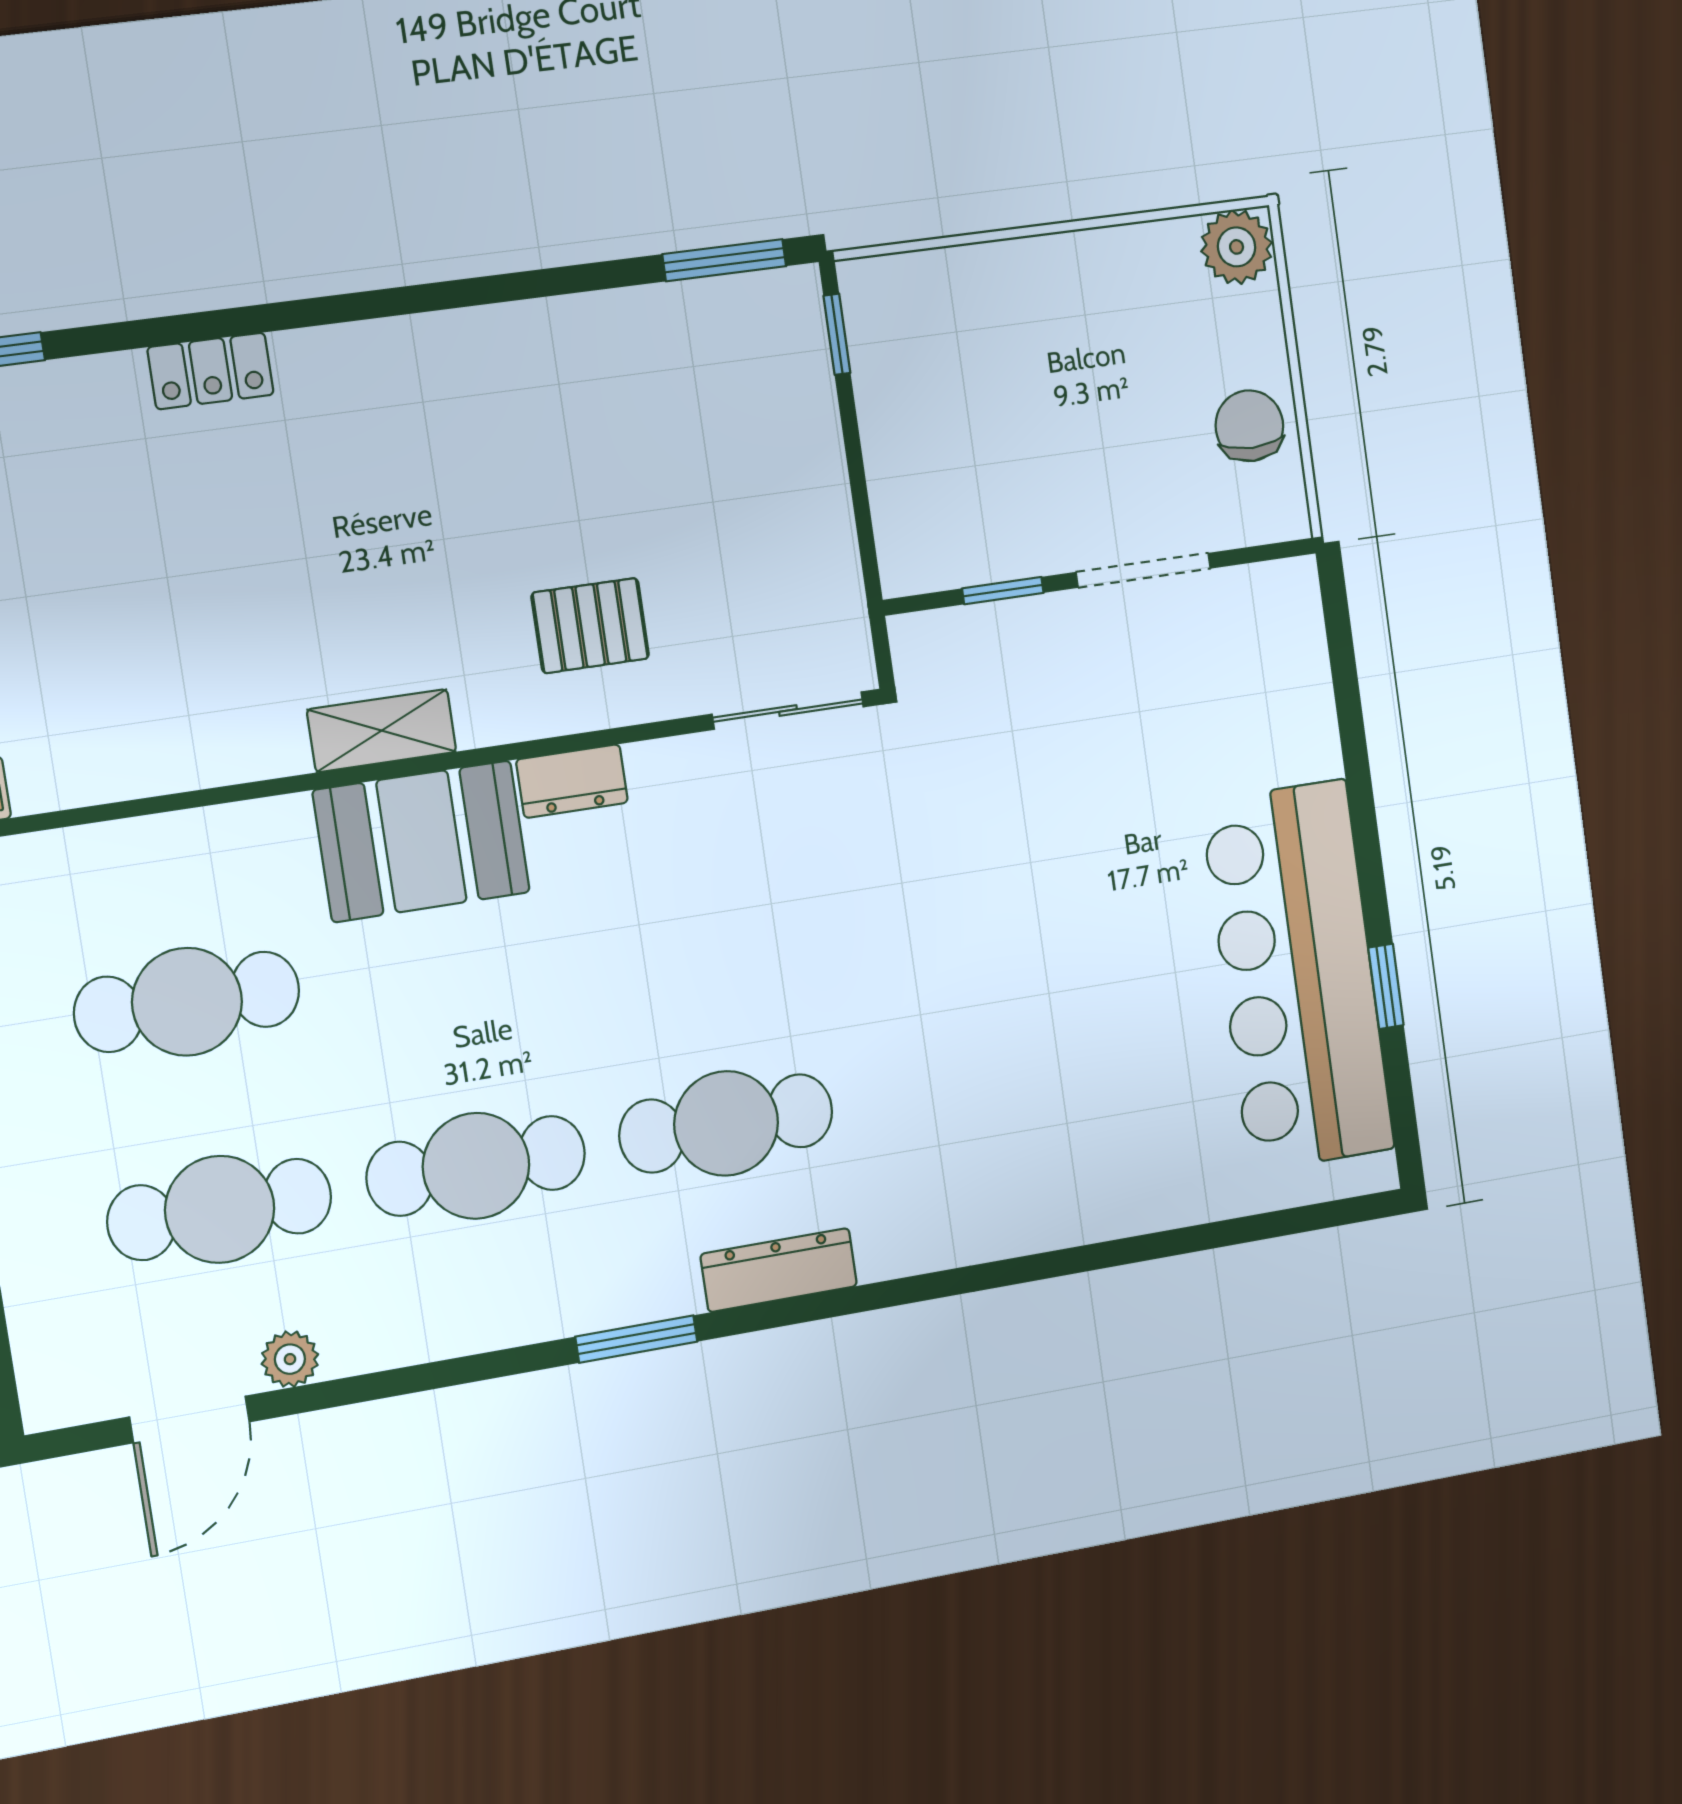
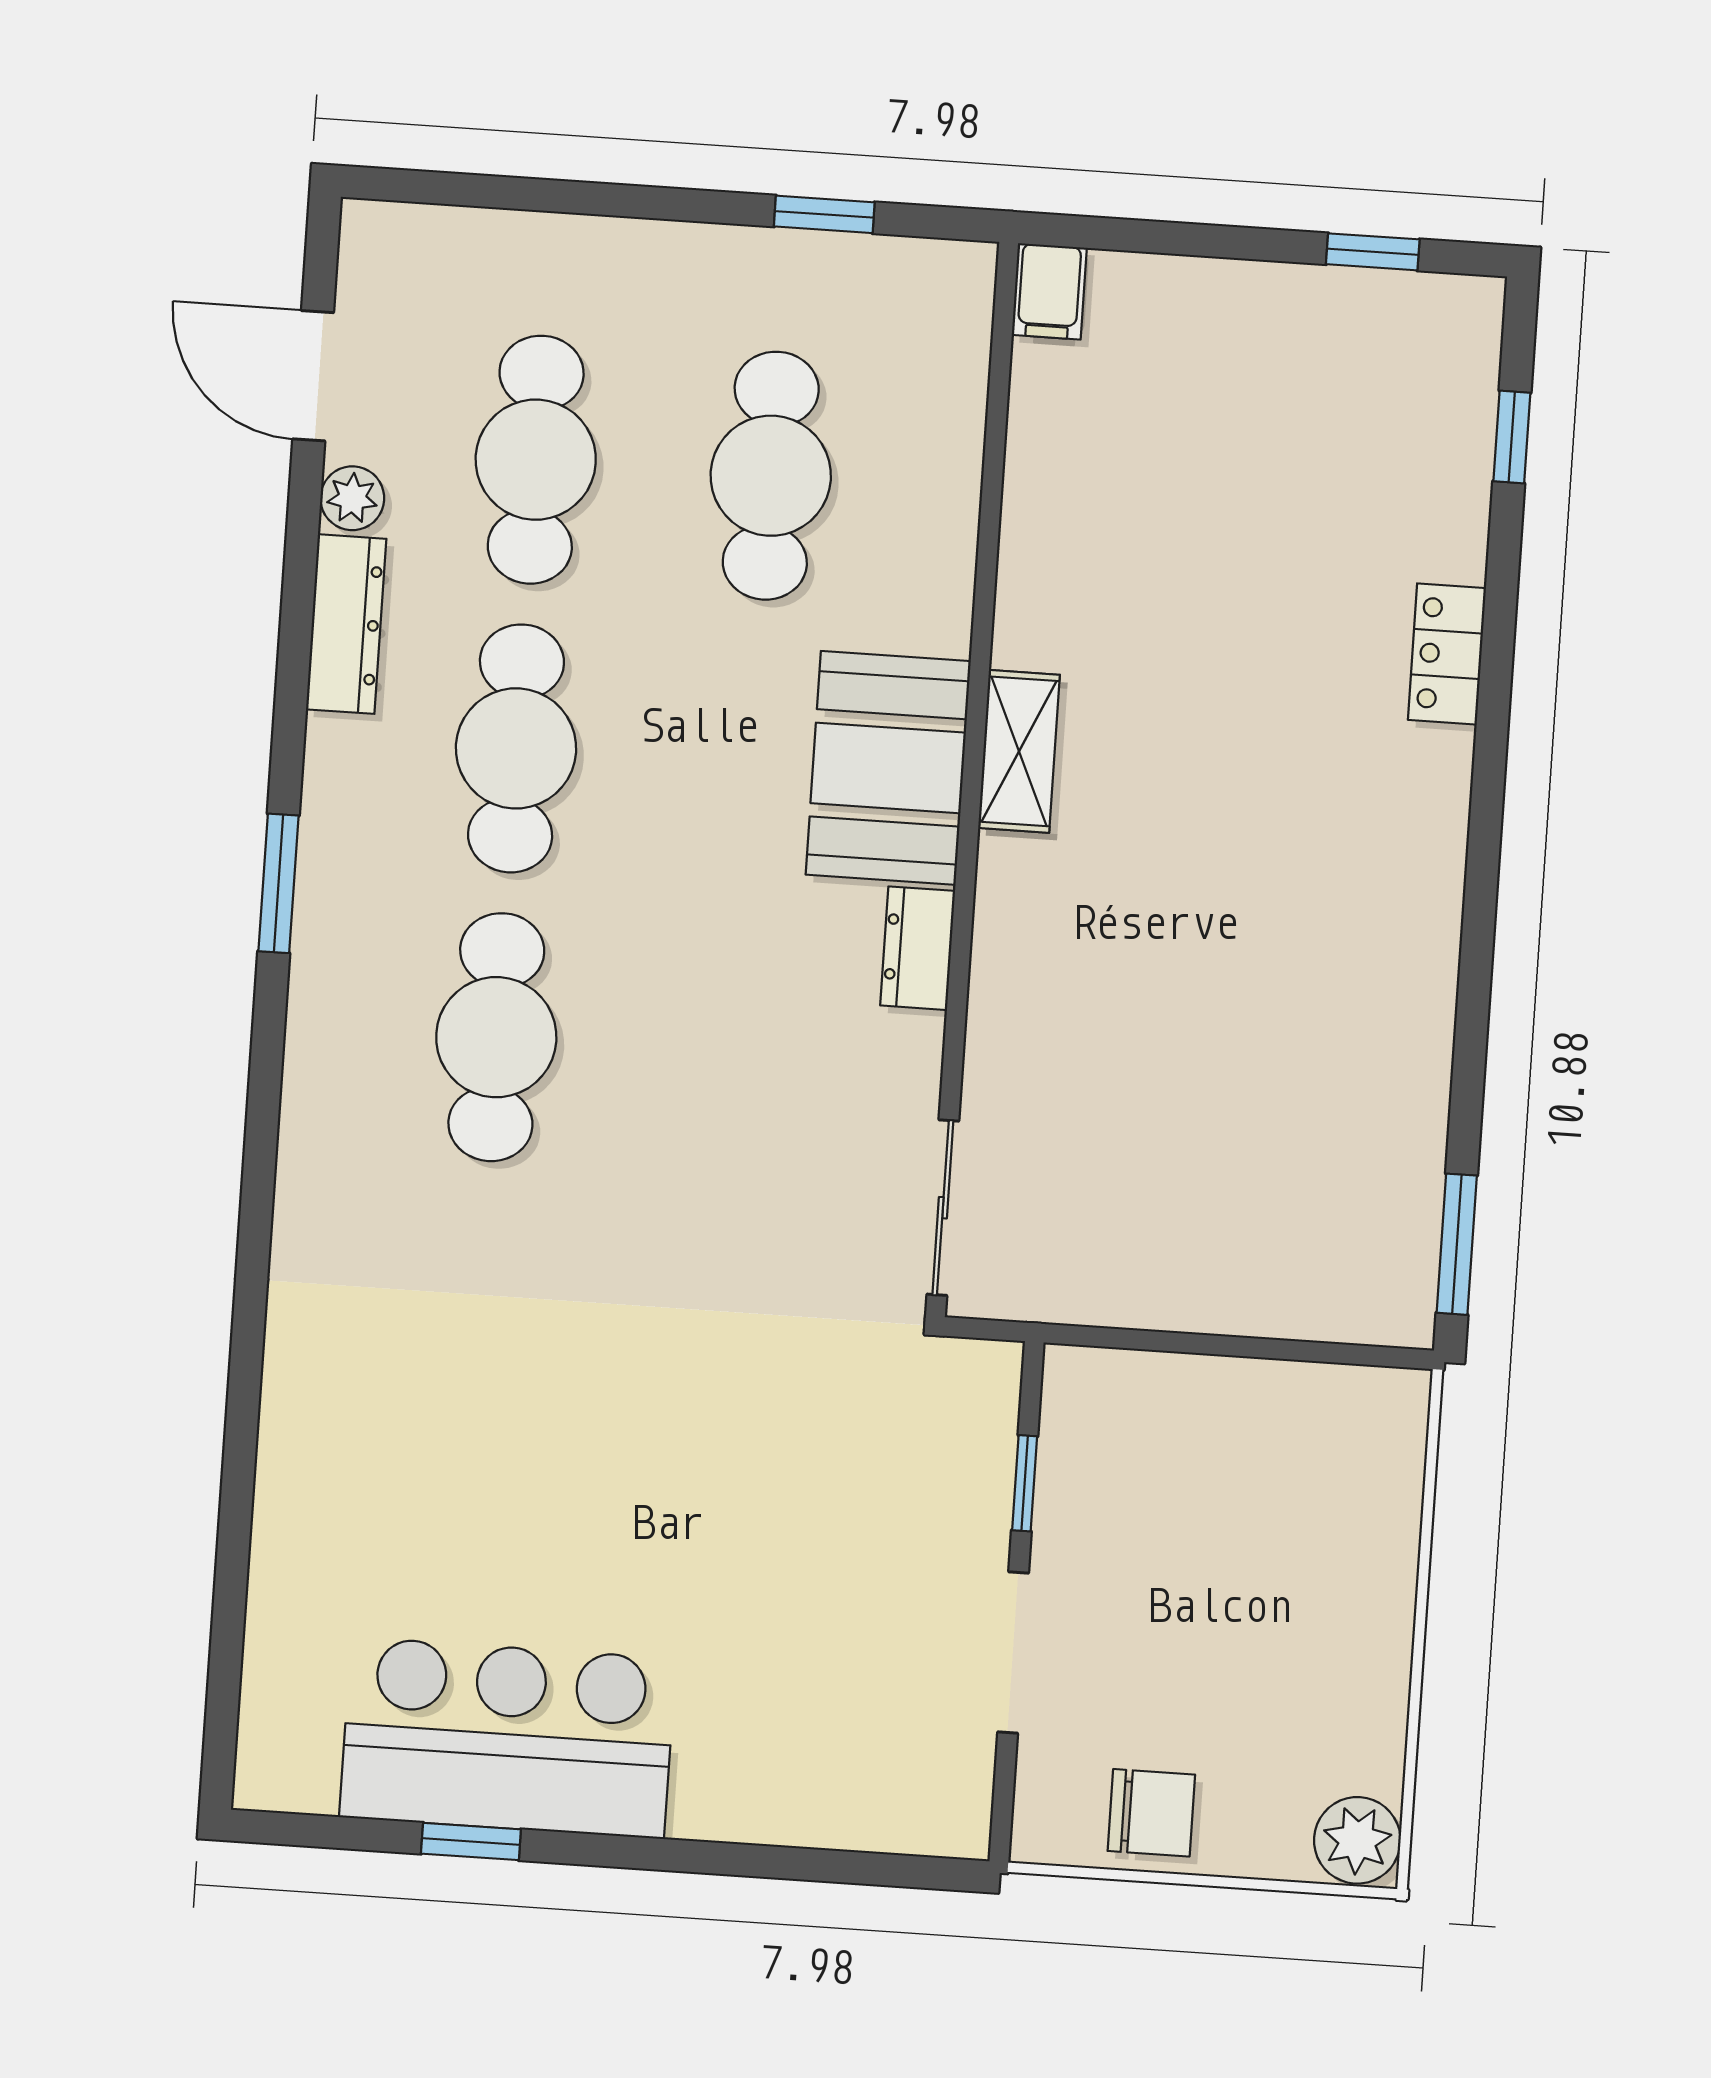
window: (837, 334) -> (1350, 1354), removed
pallet: (590, 626) -> (1085, 1006), removed
bar counter: (1298, 976) -> (508, 1738), width x0.73
dresser: (779, 1270) -> (346, 624), moved

